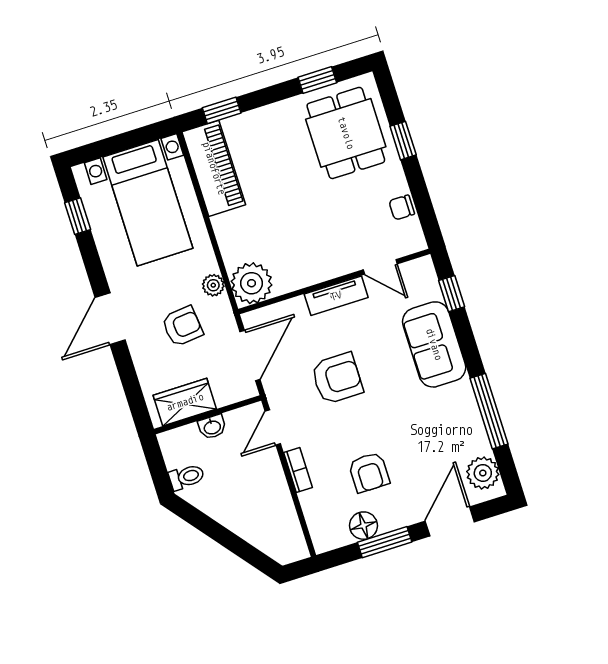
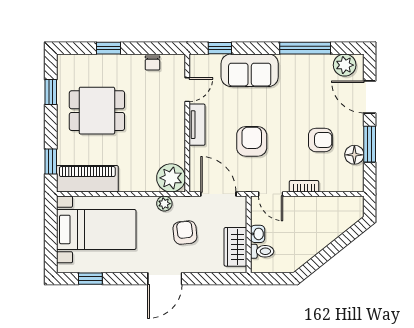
dining table: (346, 133) -> (97, 111), moved
door: (110, 319) -> (165, 279), hinge flipped
toilet: (187, 477) -> (262, 251), moved, turned 90

